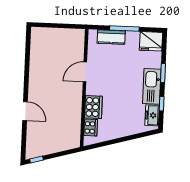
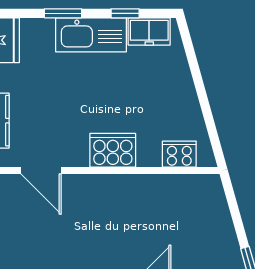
door: (85, 72) -> (41, 171), moved
cooker: (93, 107) -> (113, 150), moved

